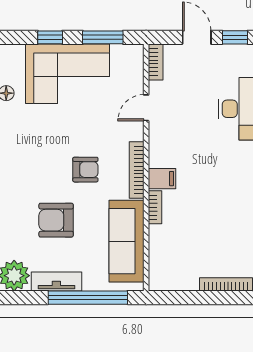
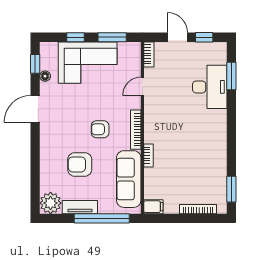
armchair: (85, 170) -> (100, 129), turned 180
filing cabinet: (162, 179) -> (153, 207), moved

